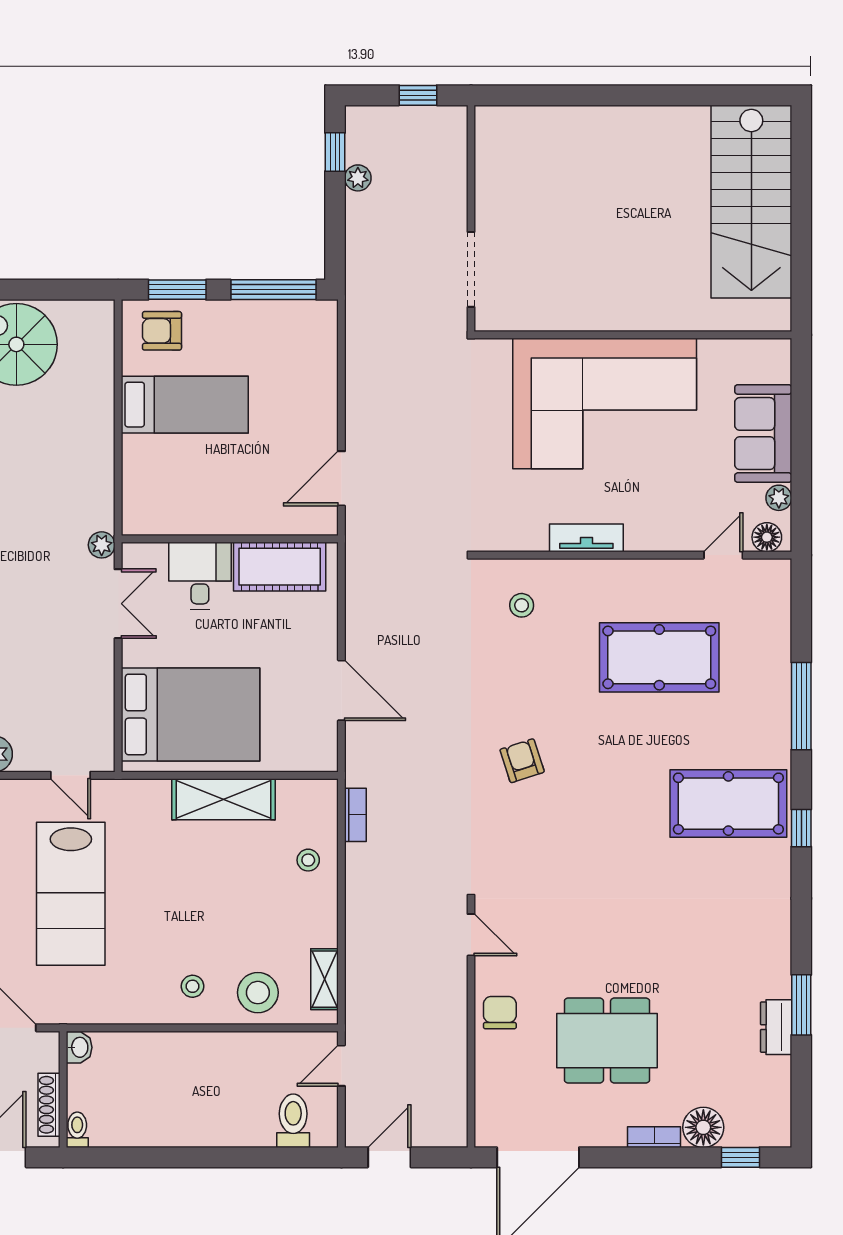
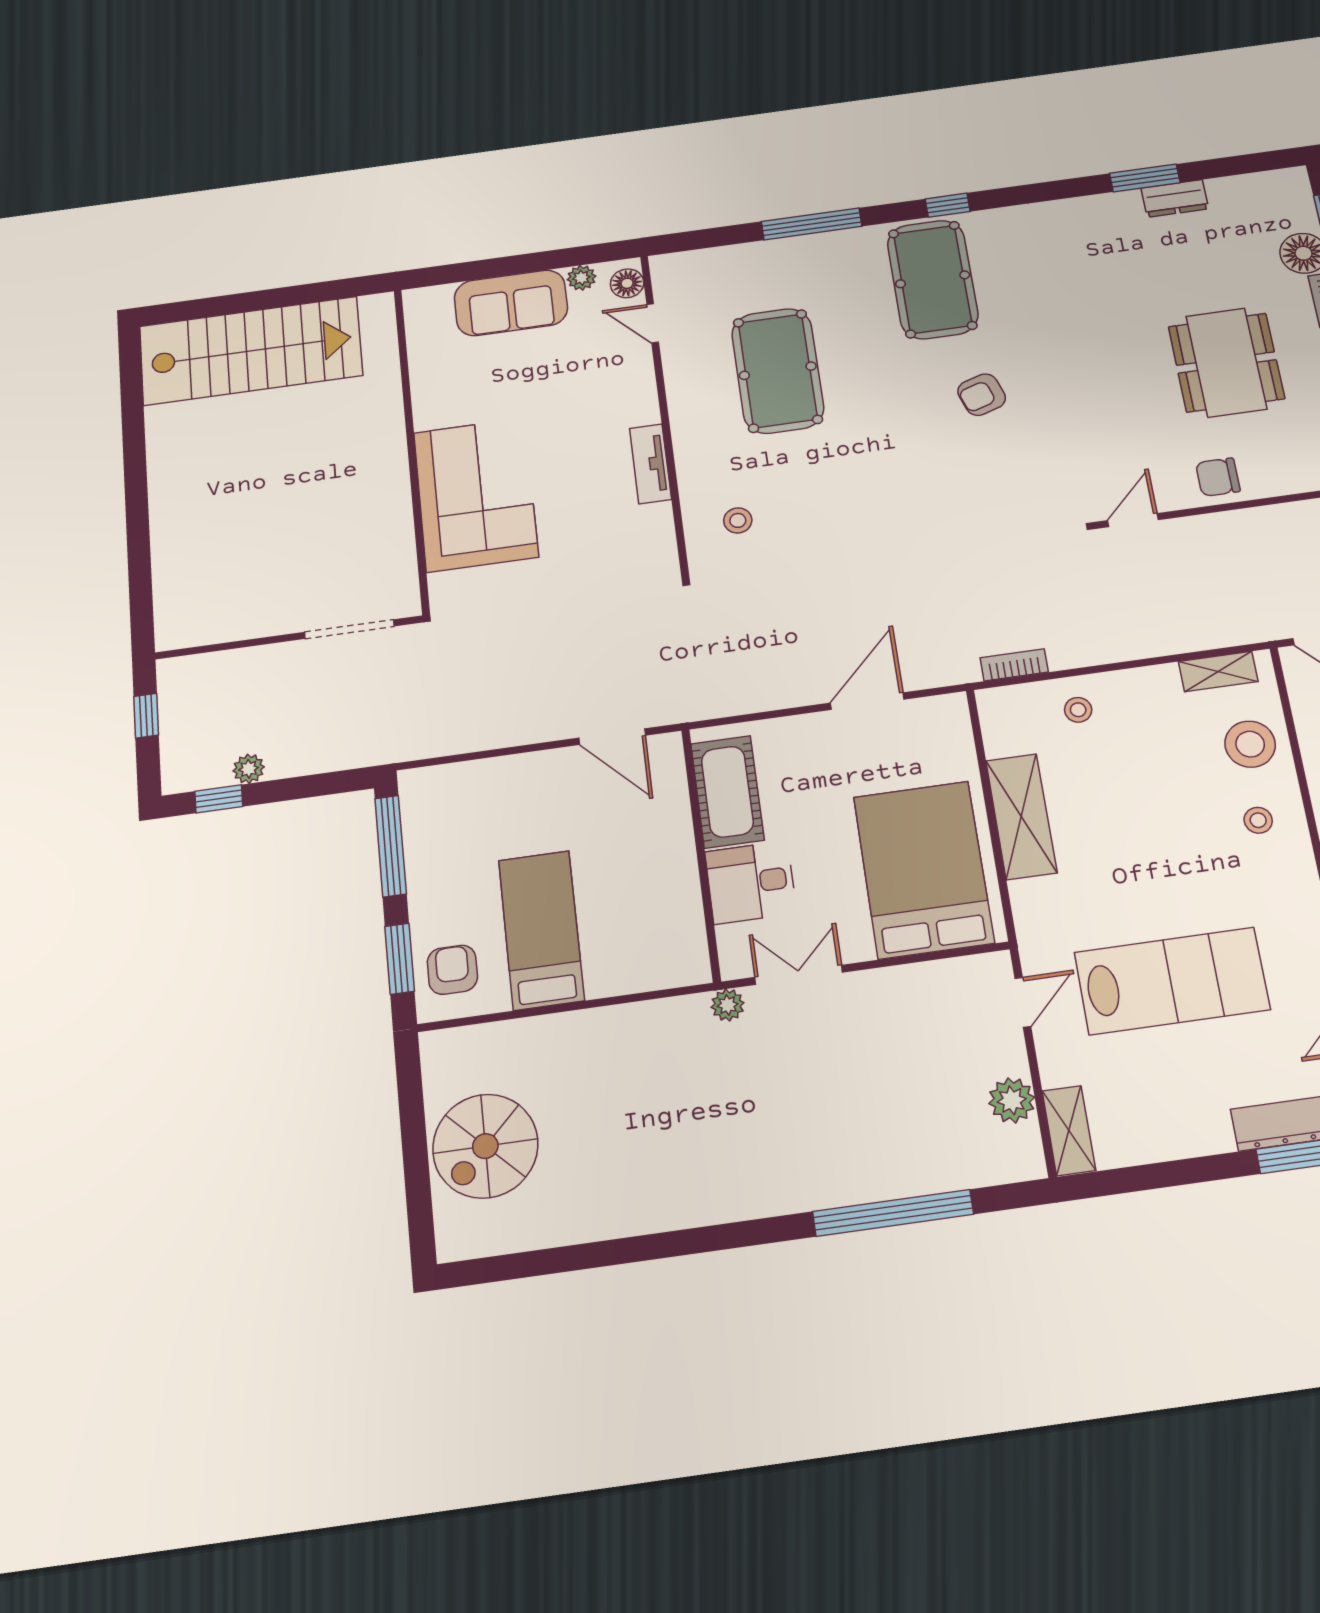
armchair: (162, 331) -> (452, 970), turned 180
corner sofa: (605, 403) -> (476, 494), width x0.73, depth x0.74
armchair: (522, 761) -> (982, 395), moved

